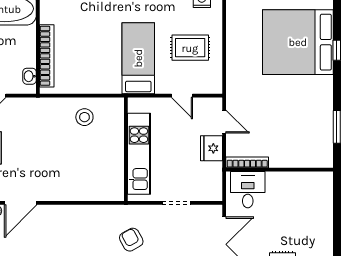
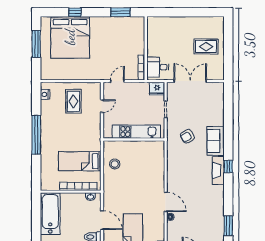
bed: (138, 58) -> (80, 161), moved
fridge: (212, 148) -> (157, 89), moved

